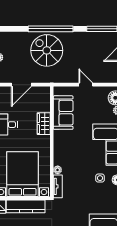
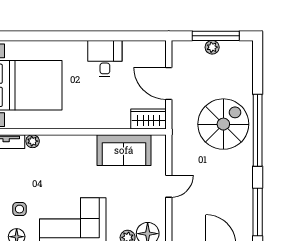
wardrobe: (44, 124) -> (148, 119), moved

